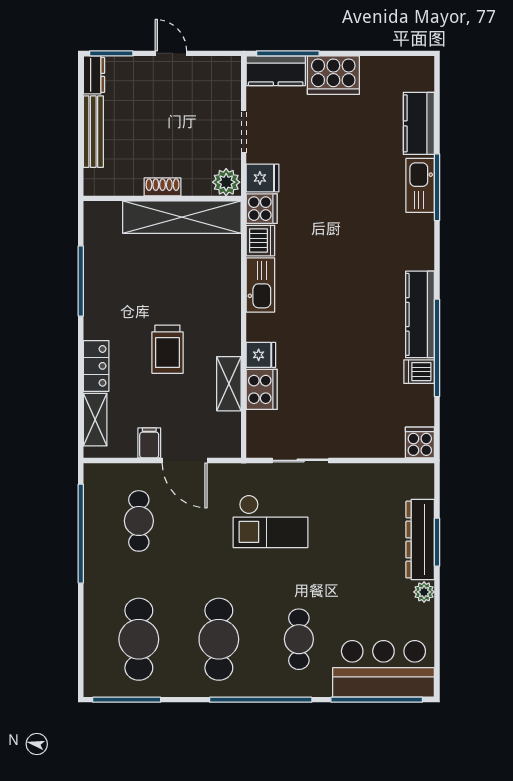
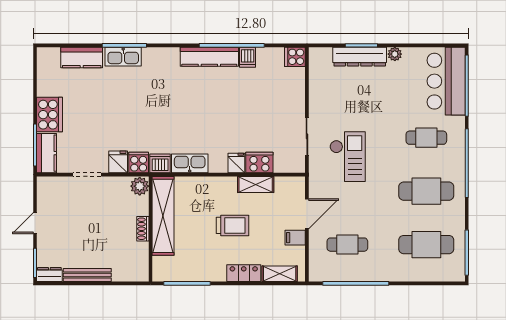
plant: (226, 182) -> (140, 186), moved
shoe rack: (163, 187) -> (143, 229), moved
wall: (162, 198) -> (151, 229), moved
shelving: (182, 217) -> (163, 216), moved

